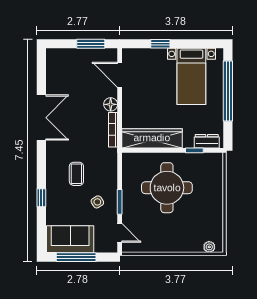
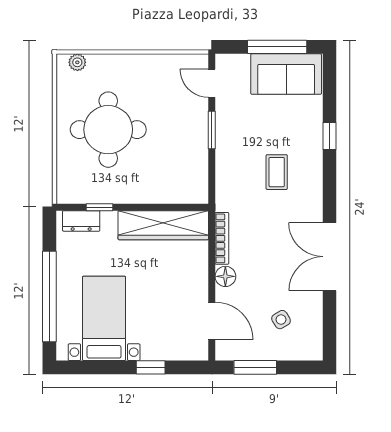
round table: (167, 188) -> (108, 130), moved
side table: (97, 202) -> (281, 320), moved

